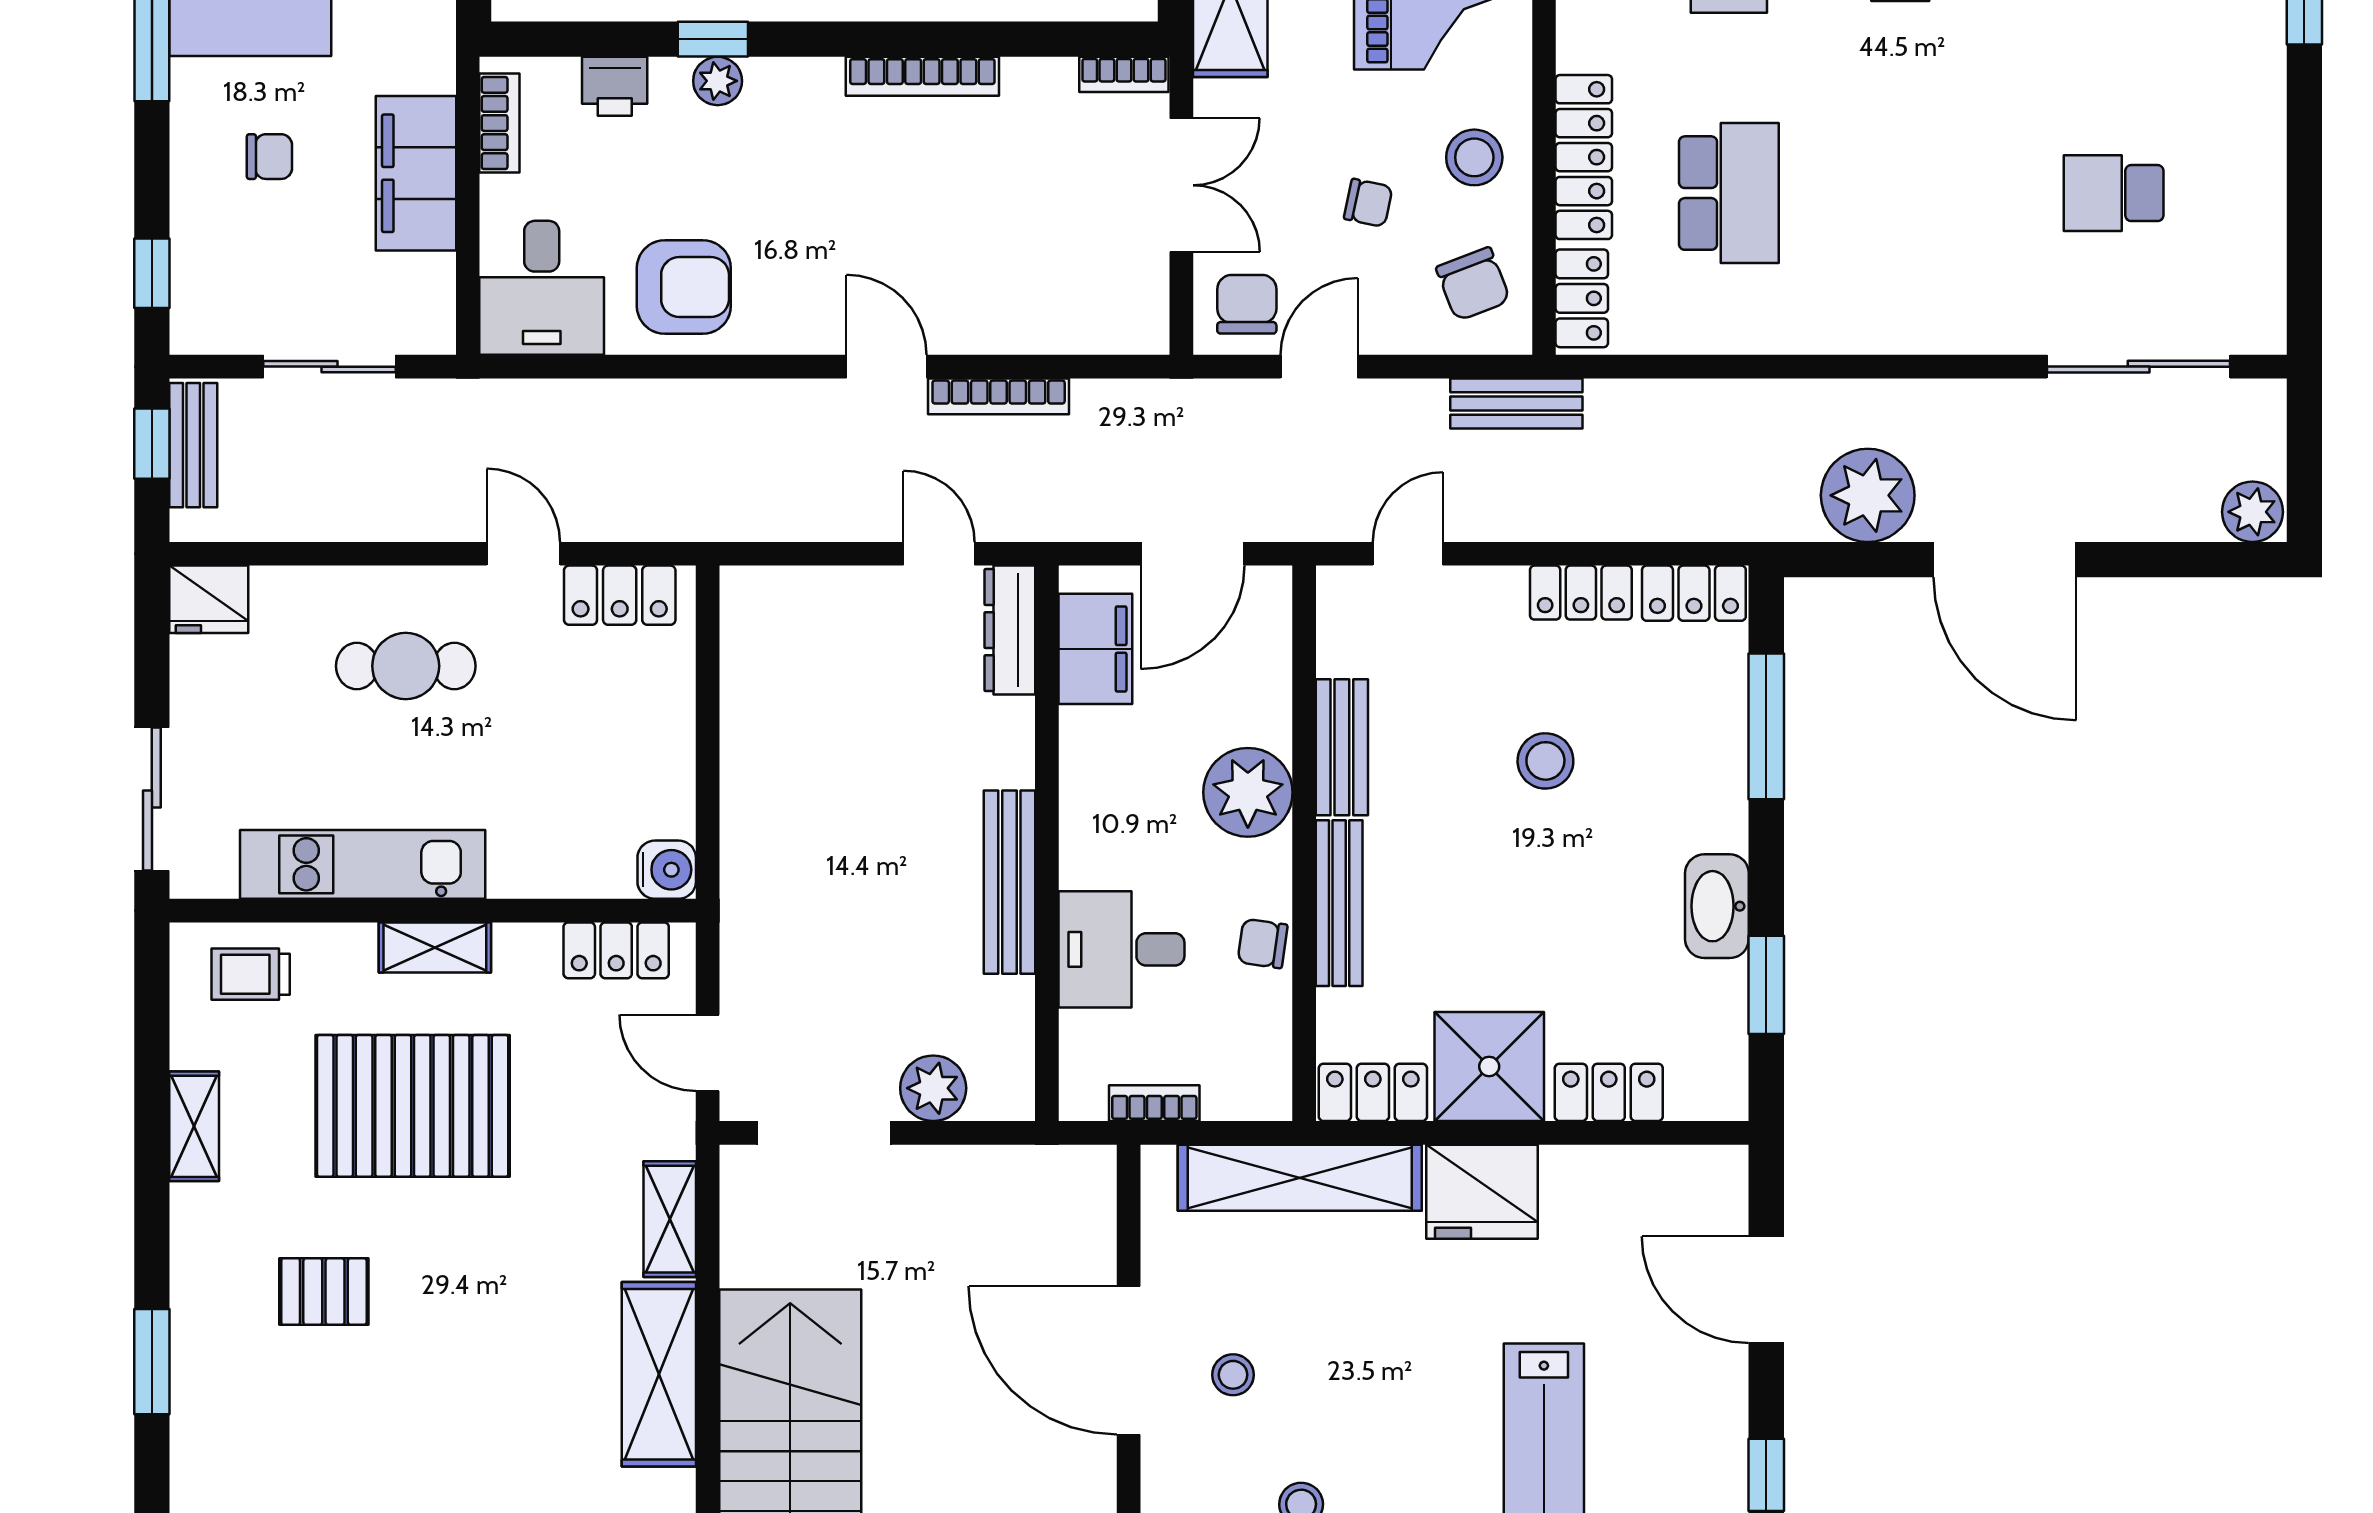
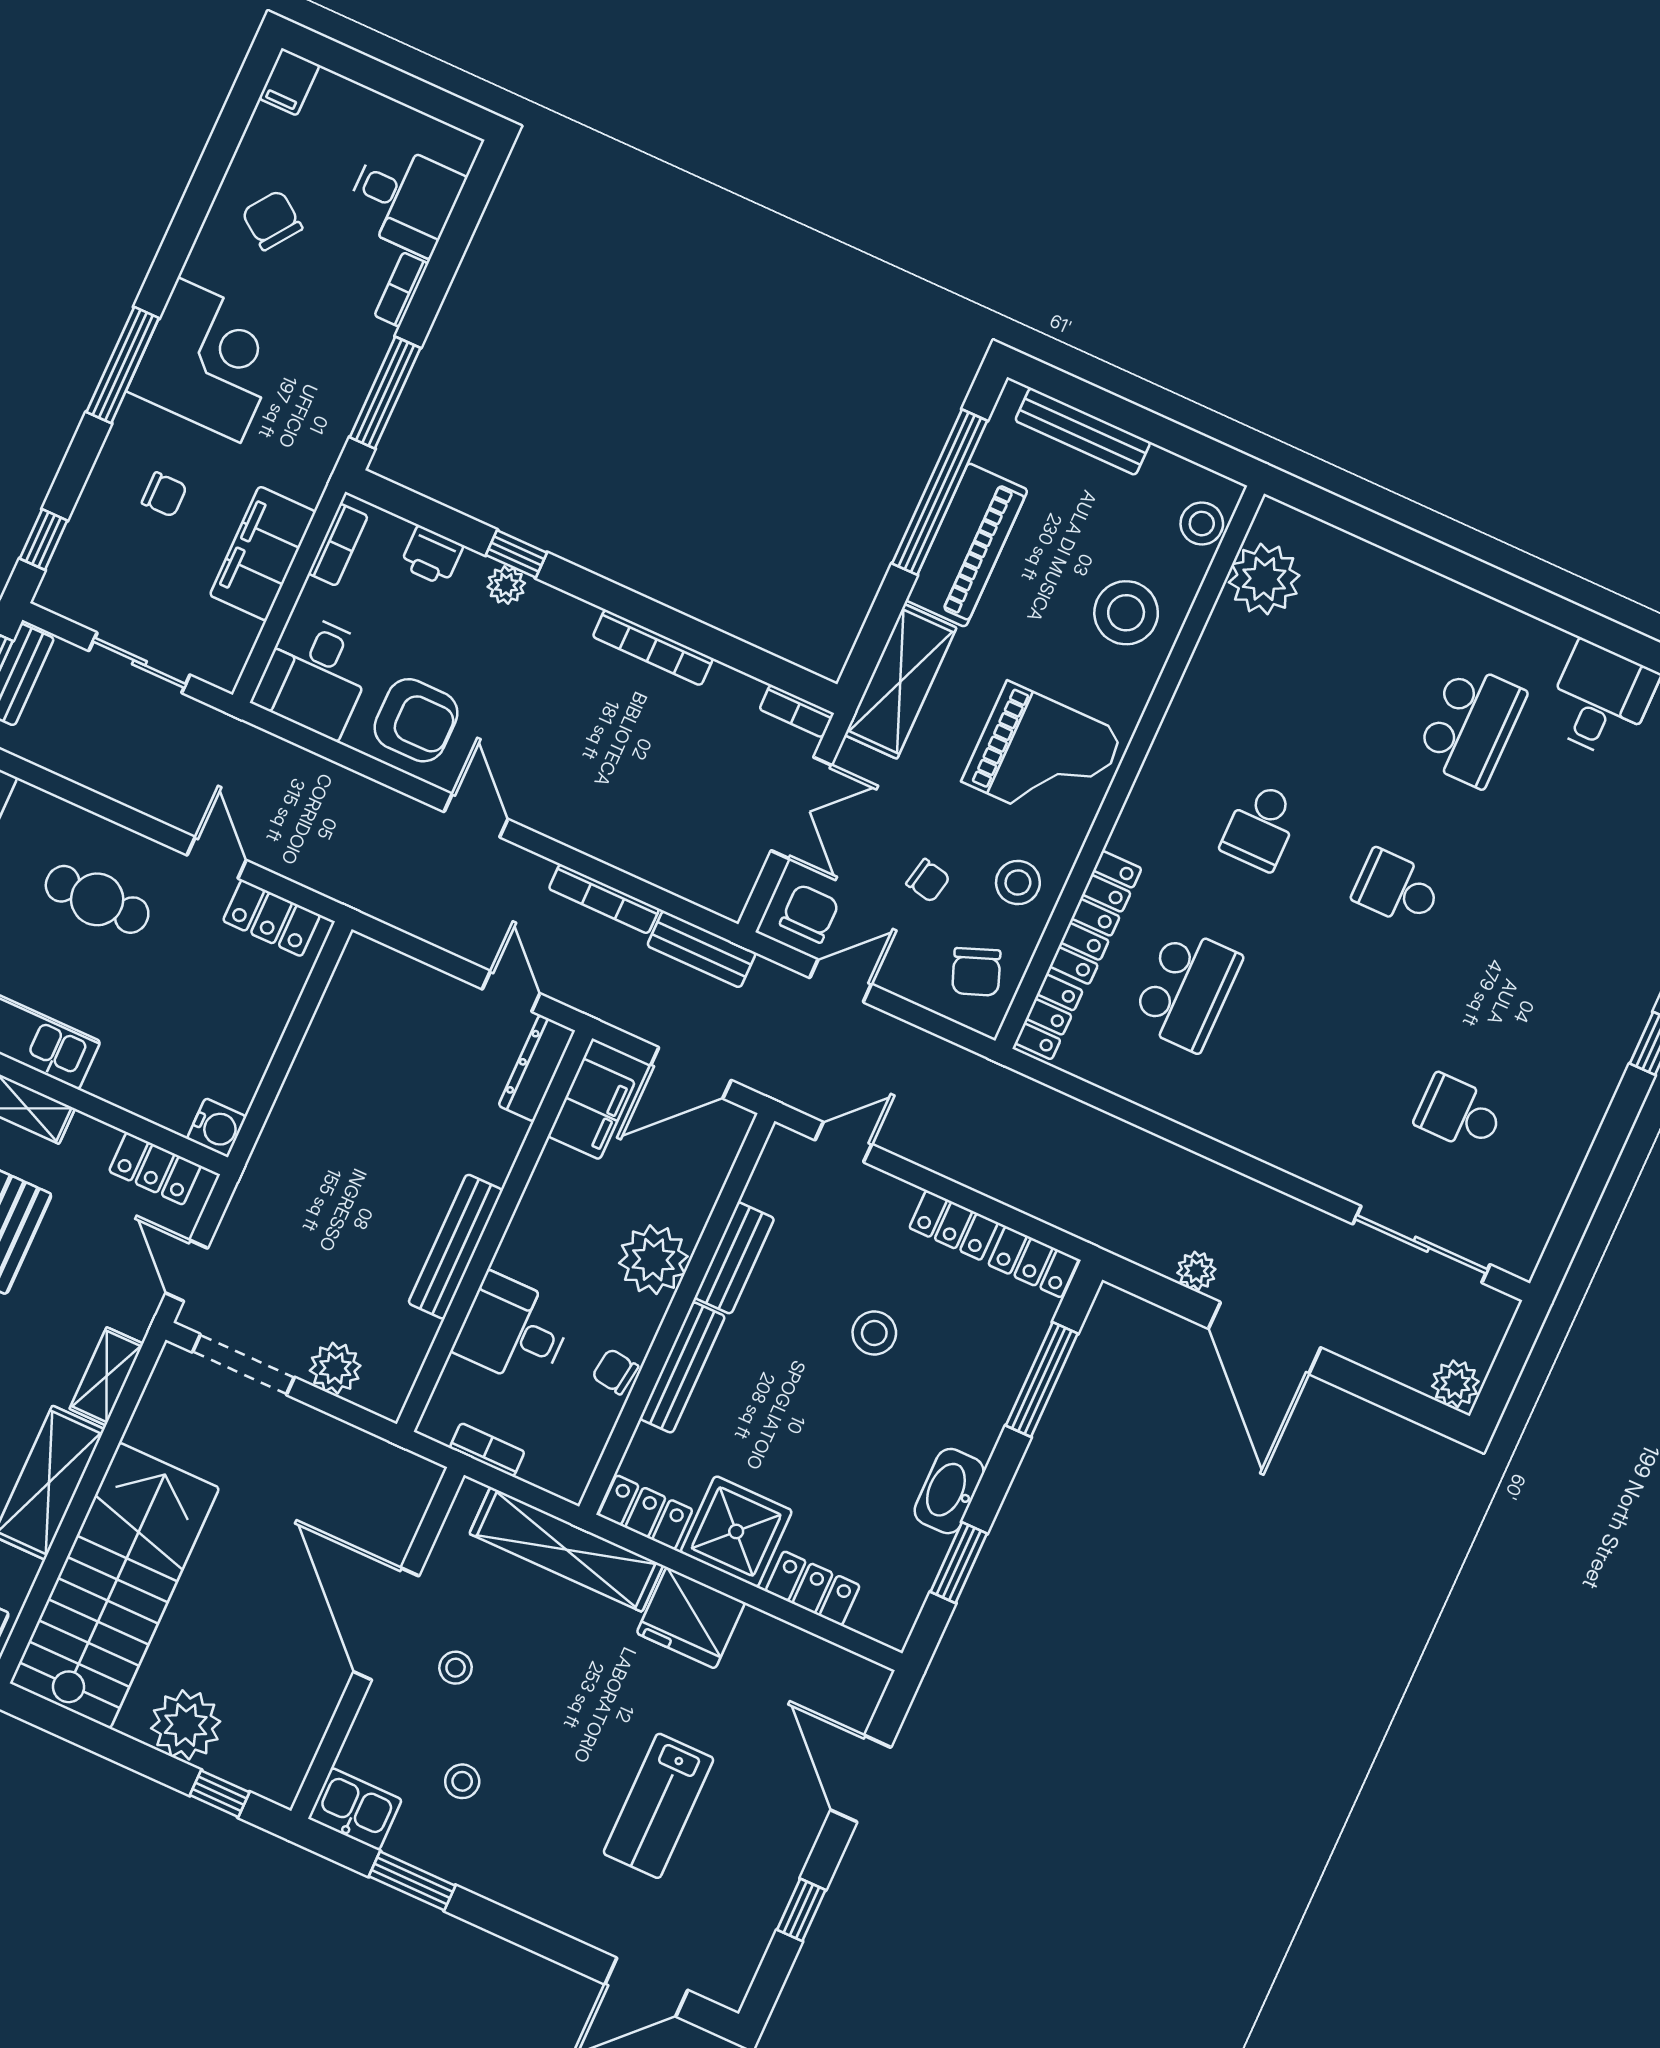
door: (887, 367) -> (476, 815), moved
bench: (1516, 404) -> (702, 949), moved
plant: (1868, 495) -> (1196, 1271), width x0.53, depth x0.53

